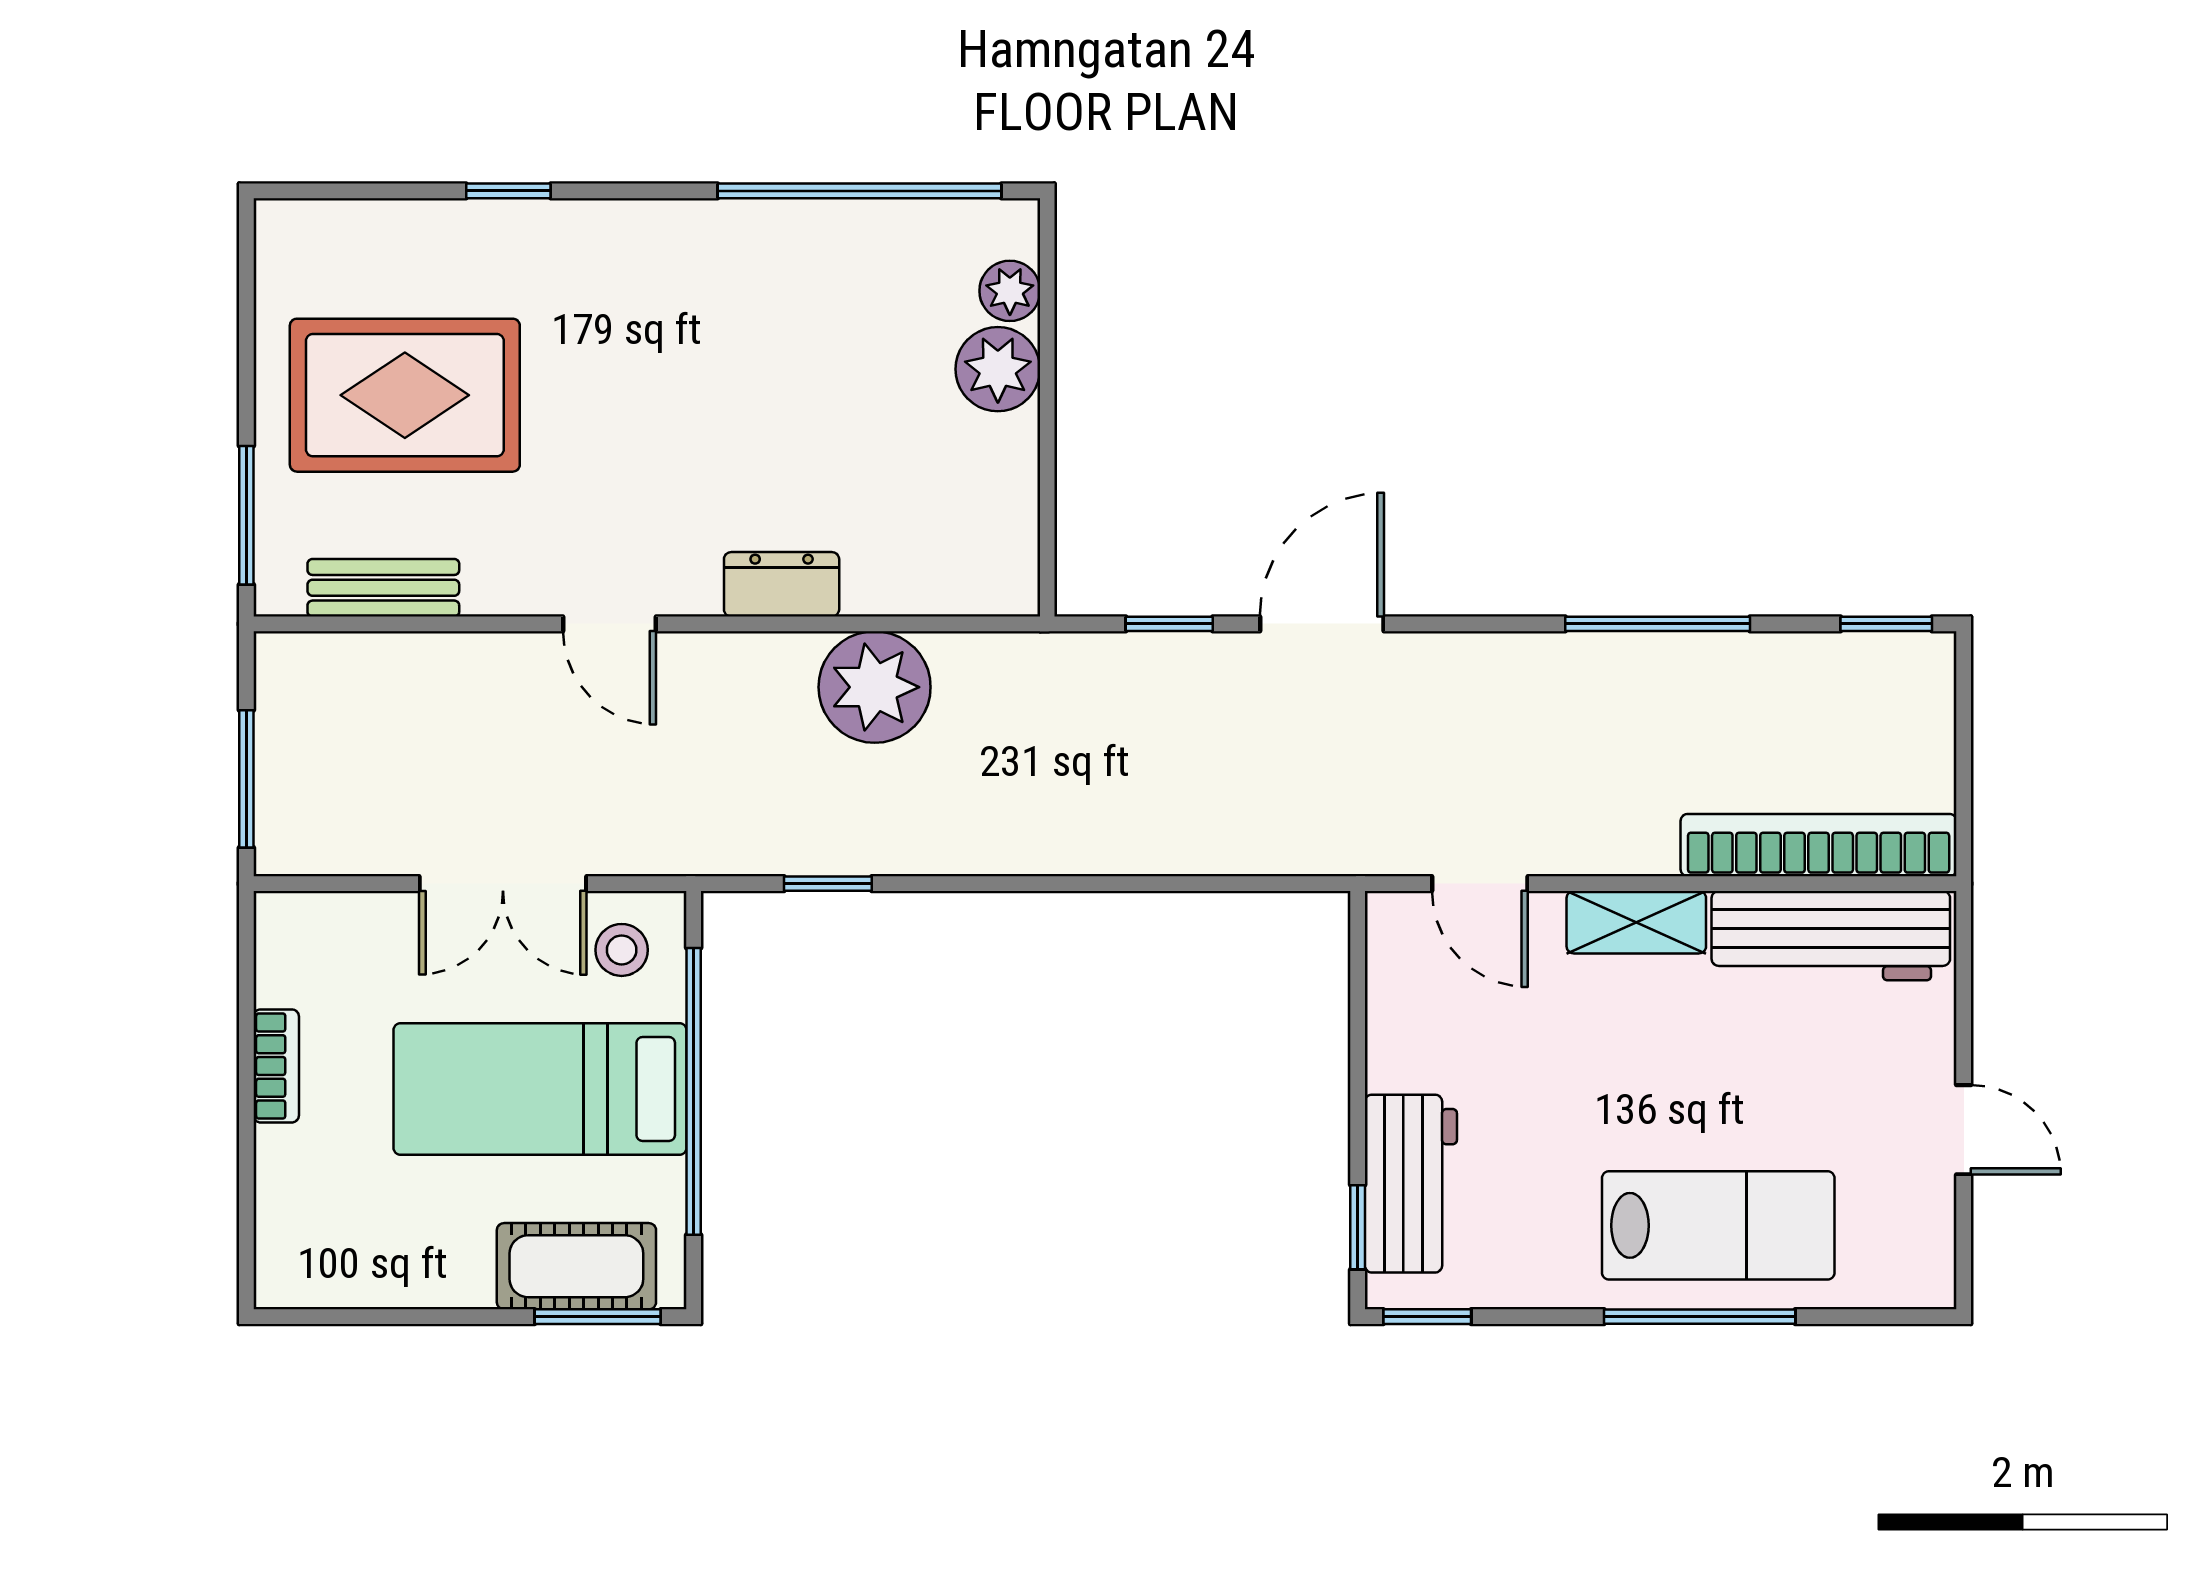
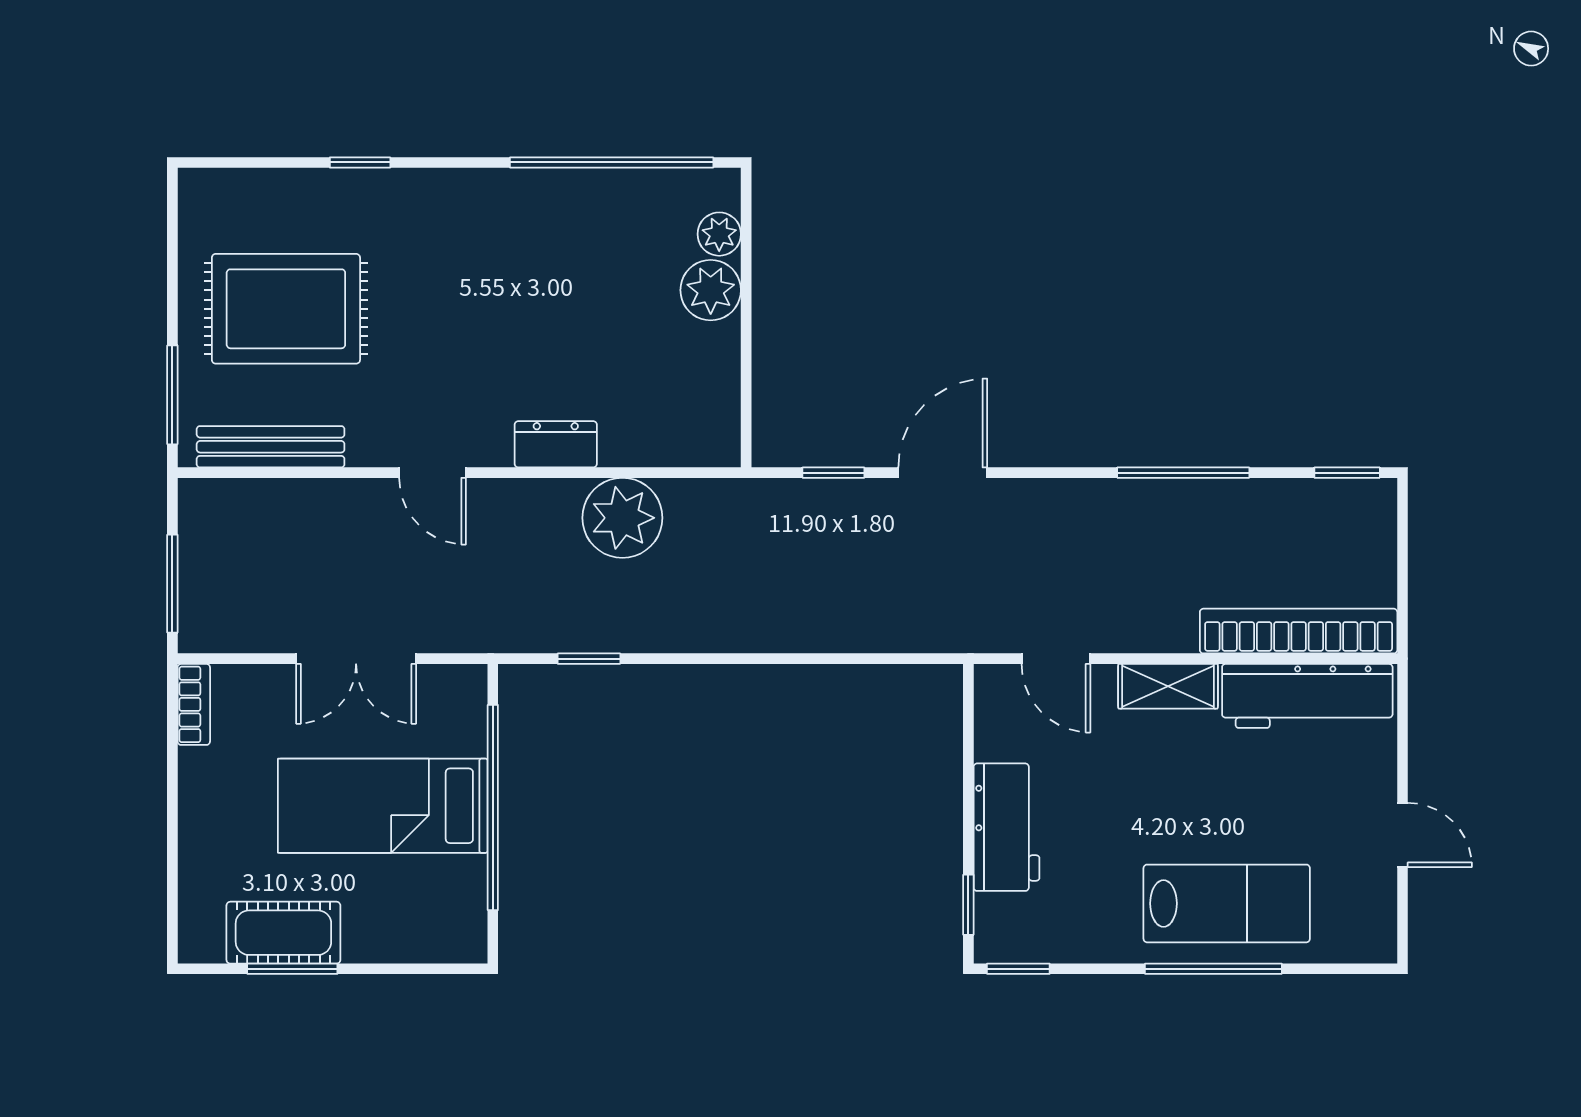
bench: (383, 588) -> (271, 447), width x1.36
stool: (622, 950) -> (441, 706), removed
bookcase: (276, 1066) -> (194, 704), moved
workbench: (1411, 1184) -> (1006, 827), moved
cot: (576, 1266) -> (283, 933), moved
window: (598, 1317) -> (292, 969), moved

